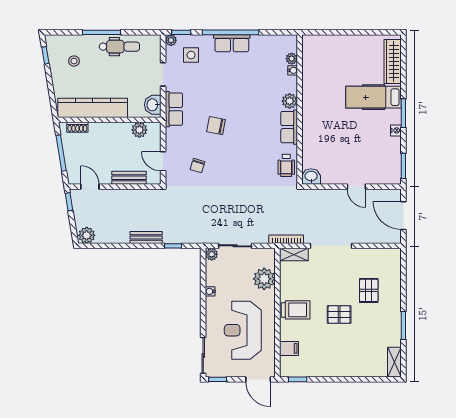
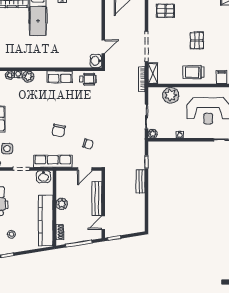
plant: (290, 101) -> (28, 77), moved
row of seats: (174, 109) -> (53, 161), width x1.48
plant: (139, 130) -> (62, 204), moved
bench: (129, 178) -> (97, 199), width x1.36
door: (356, 187) -> (103, 47), moved
plant: (87, 235) -> (139, 225), removed
pallet: (369, 290) -> (165, 11), moved
trolley: (296, 310) -> (193, 72), turned -90

